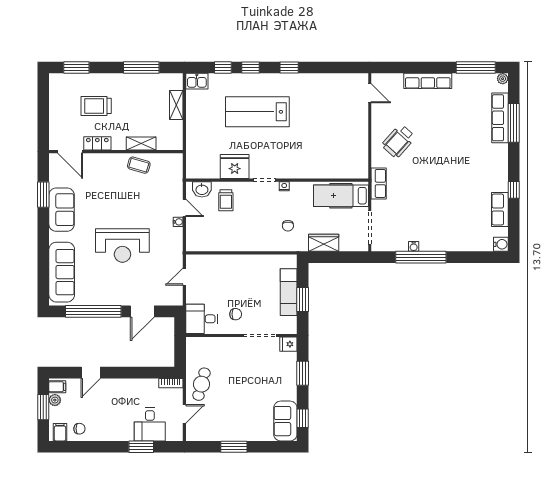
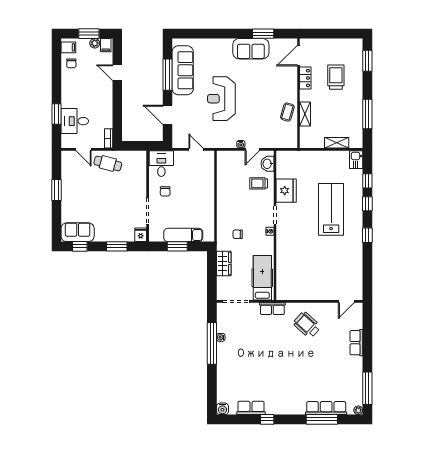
row of seats: (428, 81) -> (356, 343), width x0.68
sofa: (62, 272) -> (183, 70), moved, turned -90
window: (93, 311) -> (168, 75), width x0.68

